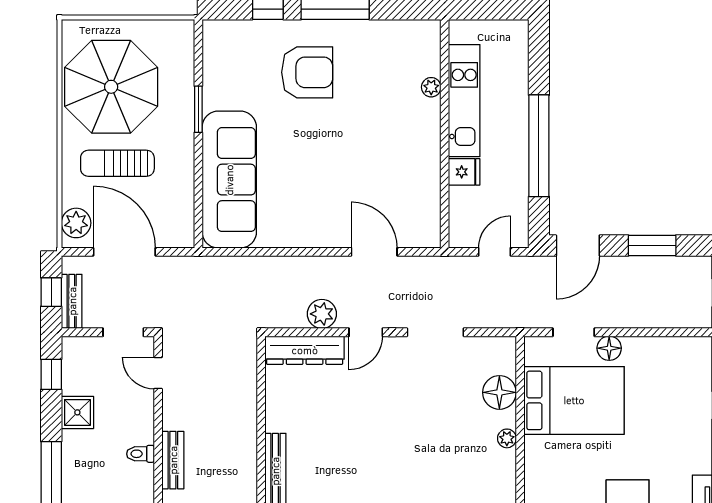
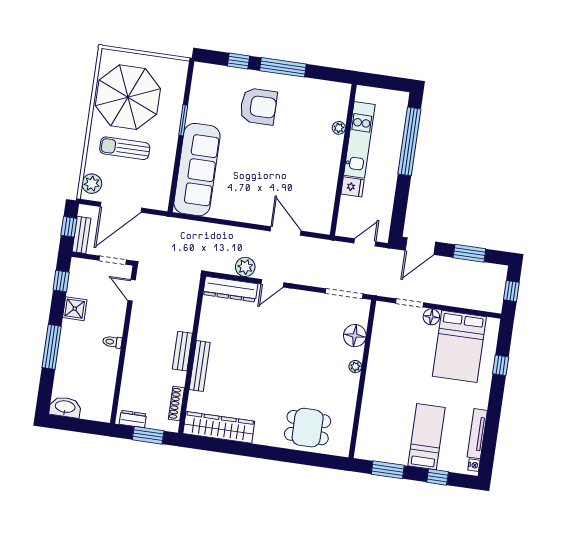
window: (539, 146) -> (409, 141), moved
door: (124, 252) -> (121, 207), swing flipped
doorway: (435, 332) -> (344, 294), moved
bed: (574, 400) -> (459, 346), moved, turned 90
bench: (173, 460) -> (182, 351), moved

